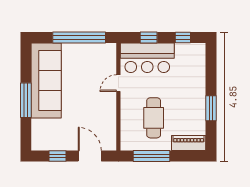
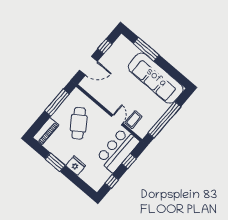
coffee table: (105, 68) -> (133, 120), added
fridge: (197, 86) -> (76, 166), added
window: (26, 100) -> (146, 49), moved
cafe table: (154, 118) -> (79, 123), turned 55

